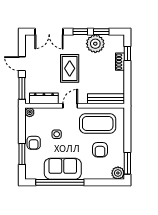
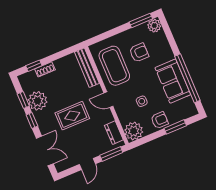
dresser: (44, 98) -> (114, 133), width x0.70
plant: (30, 112) -> (134, 131), width x1.88, depth x1.88

